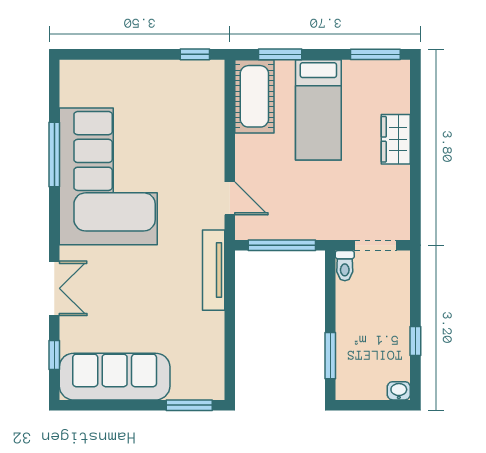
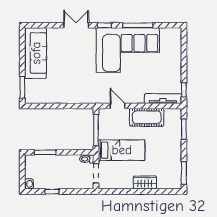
cot: (254, 96) -> (147, 117), moved
bed: (318, 110) -> (122, 150), moved, turned 180
door: (230, 198) -> (118, 106), swing flipped
tv unit: (214, 270) -> (163, 99), moved
double door: (54, 288) -> (76, 25), swing flipped
window: (54, 355) -> (104, 25), moved

